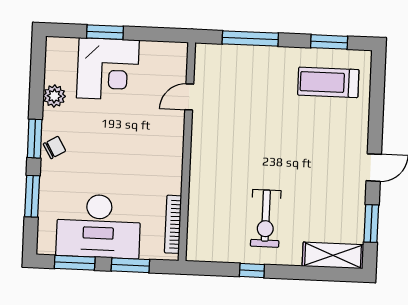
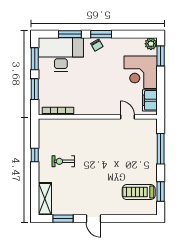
window: (105, 32) -> (161, 56), moved
filing cabinet: (160, 54) -> (150, 100), added
treadmill: (328, 82) -> (139, 192), turned -90
plant: (54, 96) -> (151, 44), moved
exercise bike: (266, 218) -> (63, 161), width x0.73, depth x0.72
desk: (99, 226) -> (61, 55), moved, turned 90

